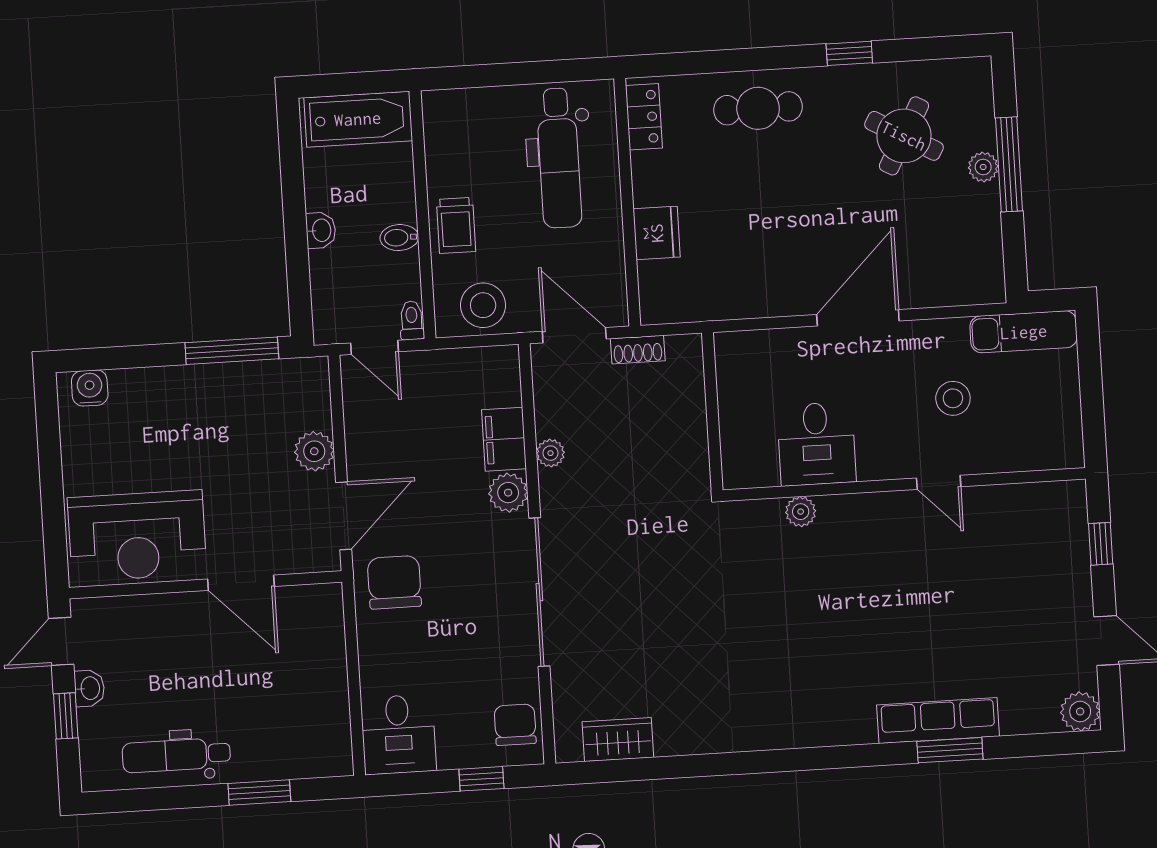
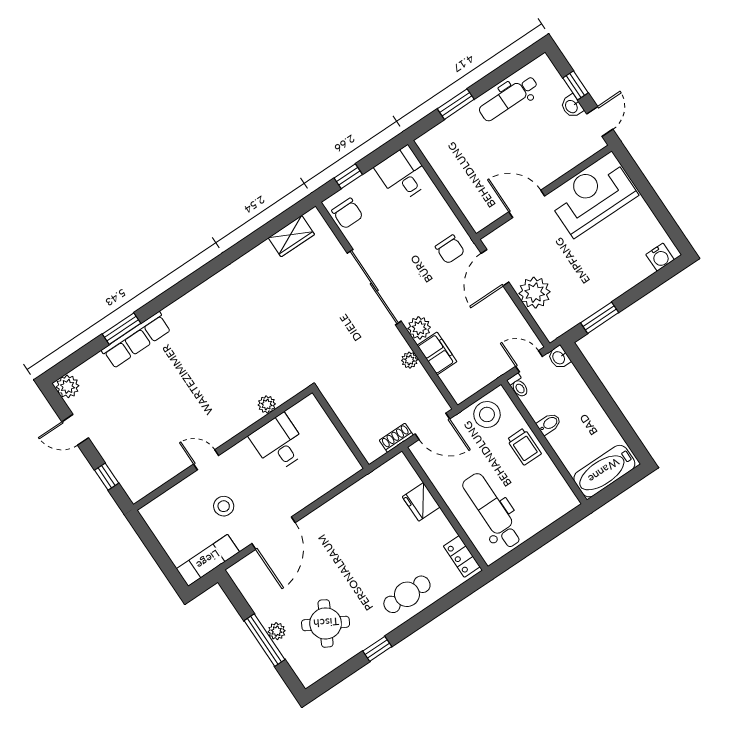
trolley: (456, 225) -> (524, 447), turned 180
washbasin: (321, 230) -> (559, 358), moved
door: (858, 318) -> (274, 533), moved
window: (232, 351) -> (600, 318), width x0.69
plant: (314, 451) -> (535, 293), width x1.36, depth x1.36
chair: (394, 582) -> (450, 249), width x0.73, depth x0.73
dental chair: (176, 755) -> (508, 98), turned 180

